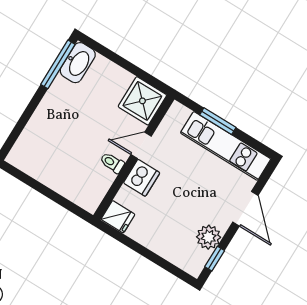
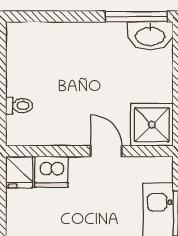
toilet: (112, 163) -> (19, 106), moved, turned 90
dishwasher: (142, 178) -> (51, 172), moved

